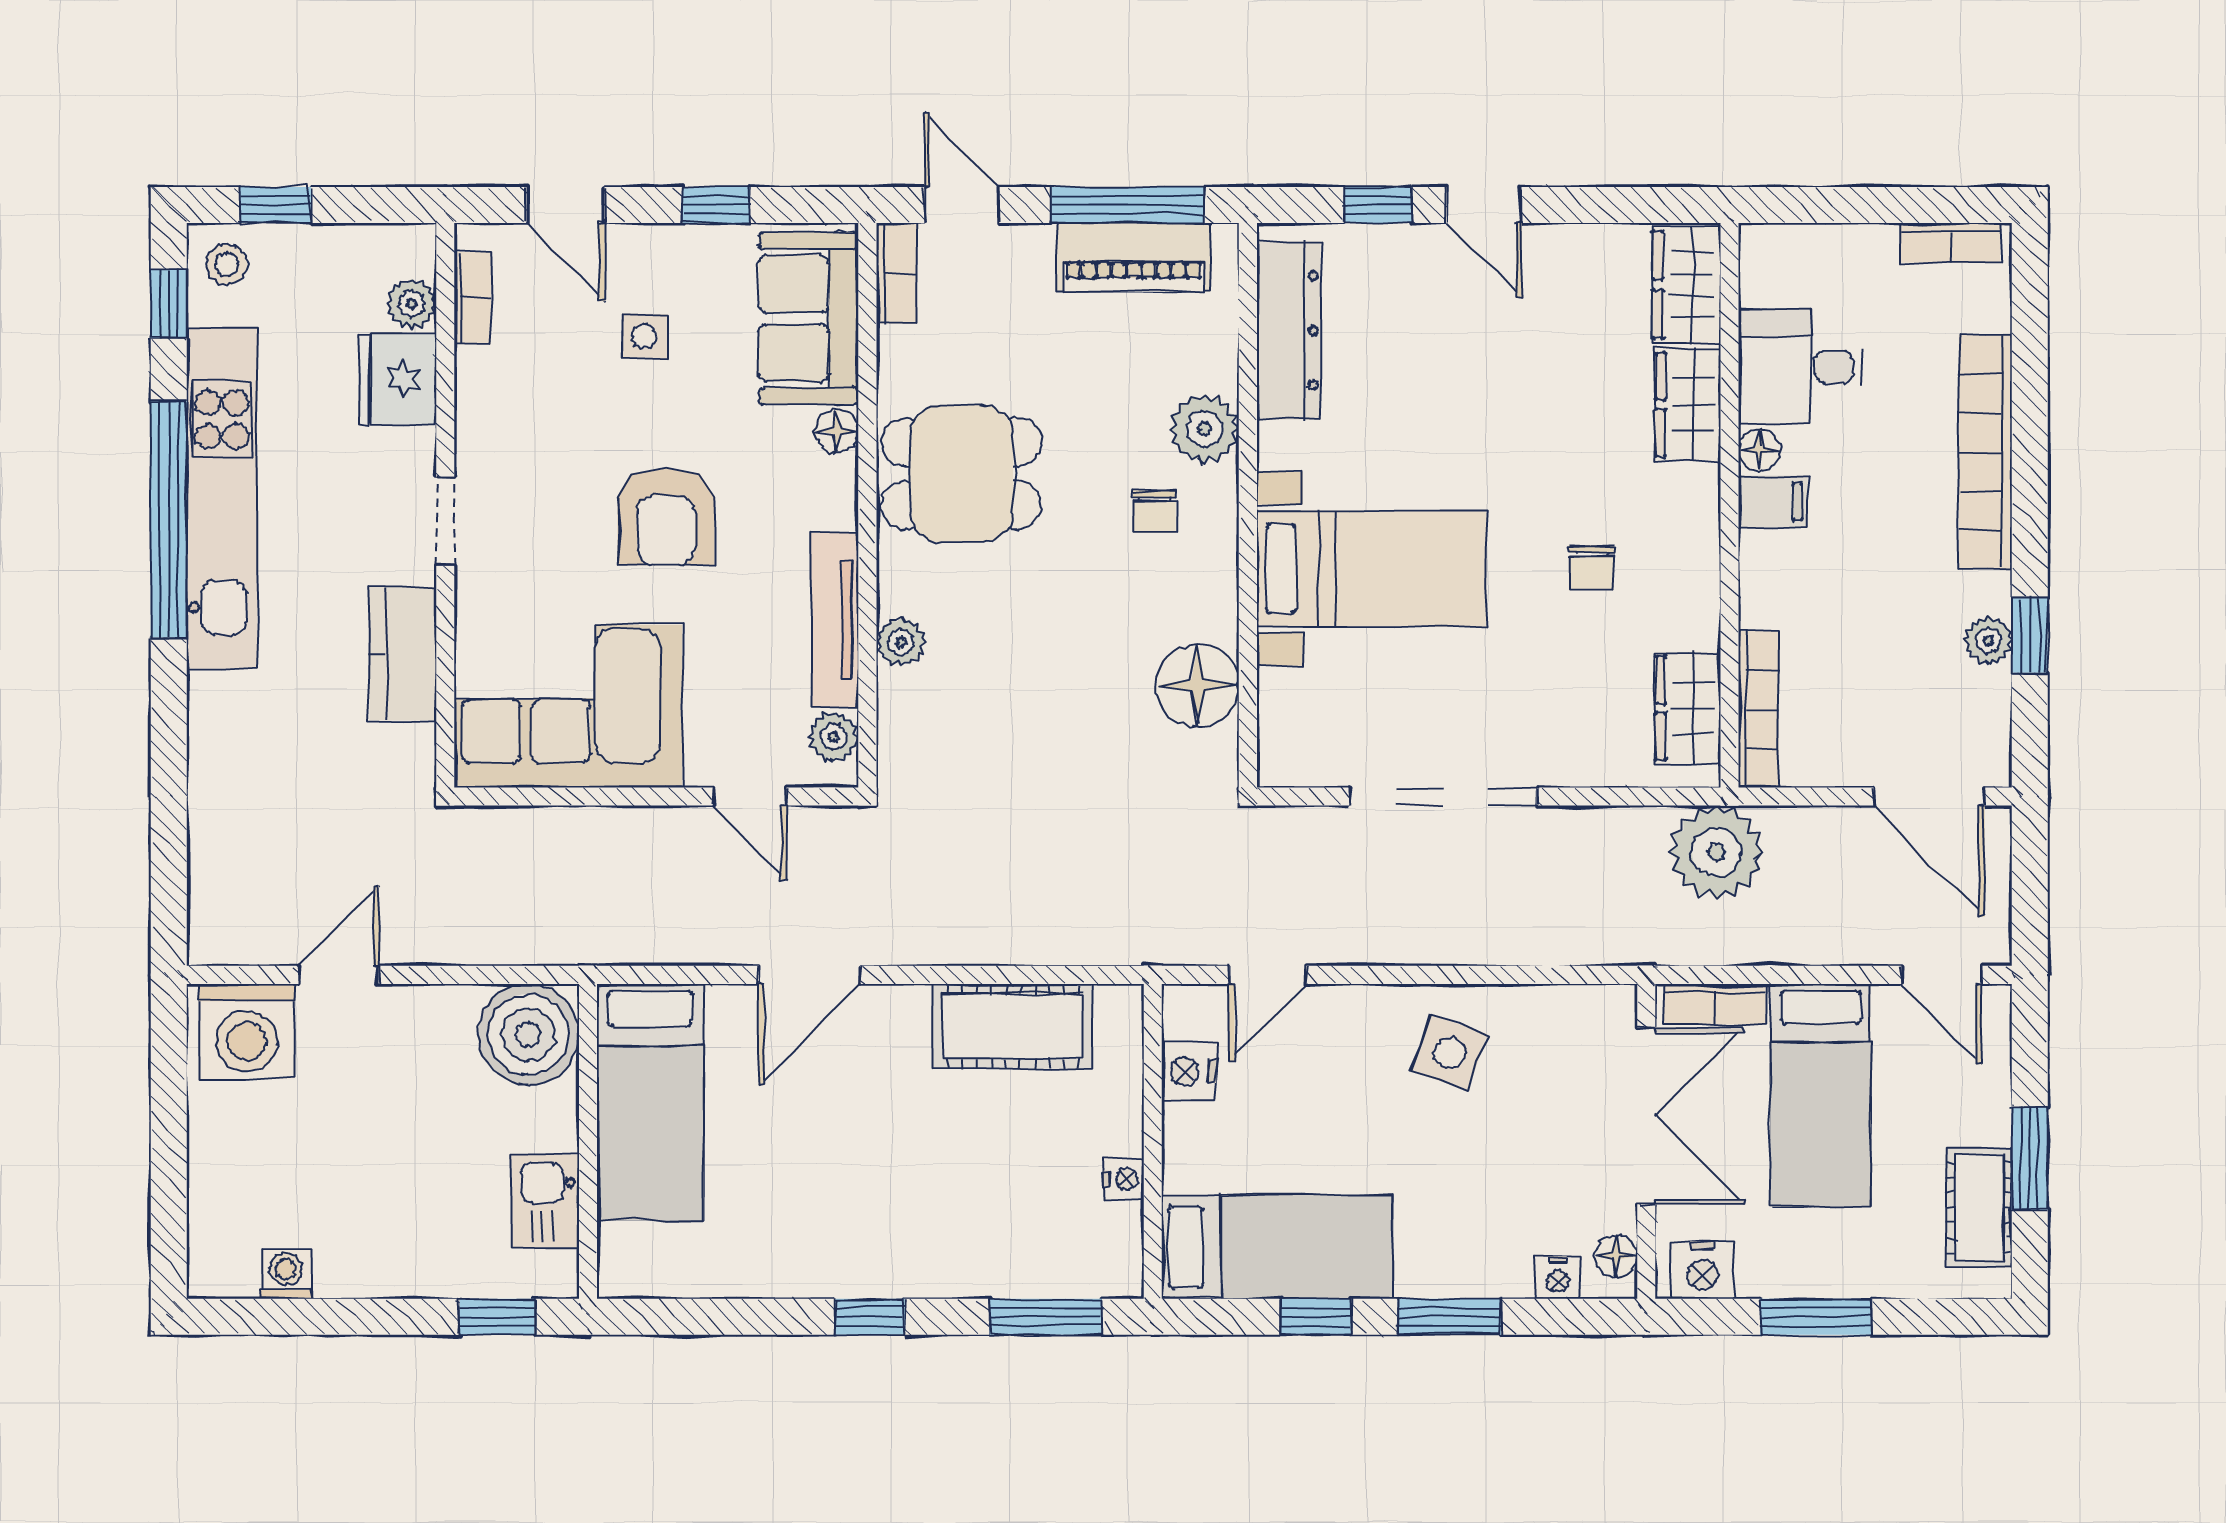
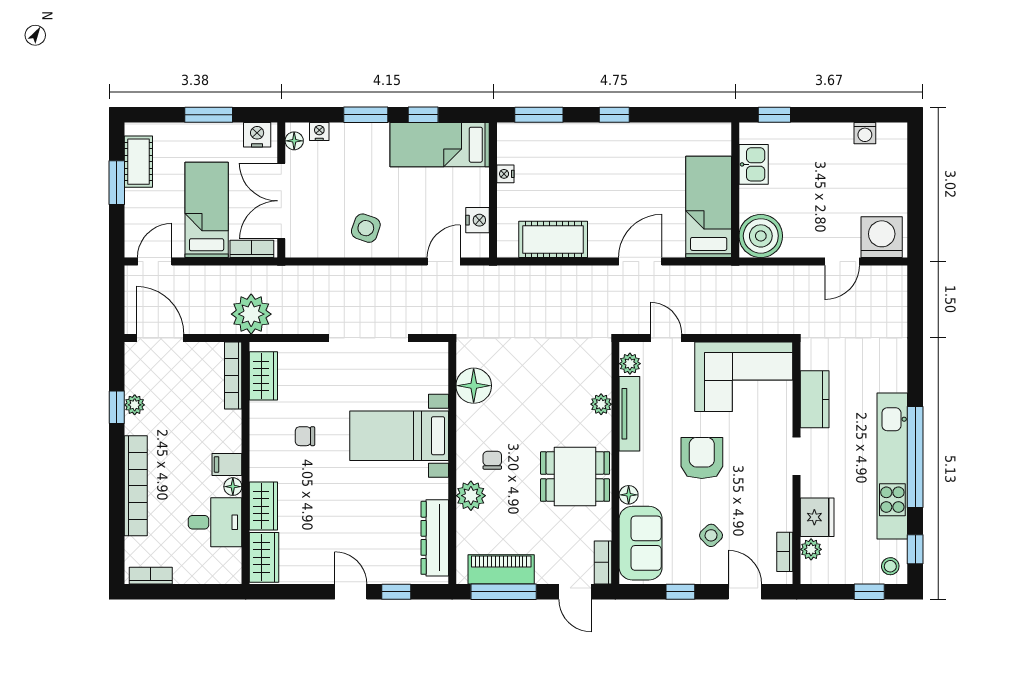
side table: (645, 336) -> (711, 535), turned 45
chair: (1591, 568) -> (305, 436), turned -90
door: (1941, 975) -> (155, 261), hinge flipped

